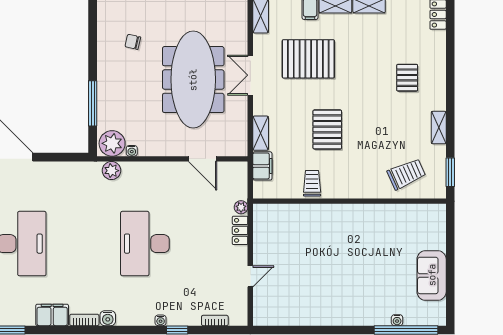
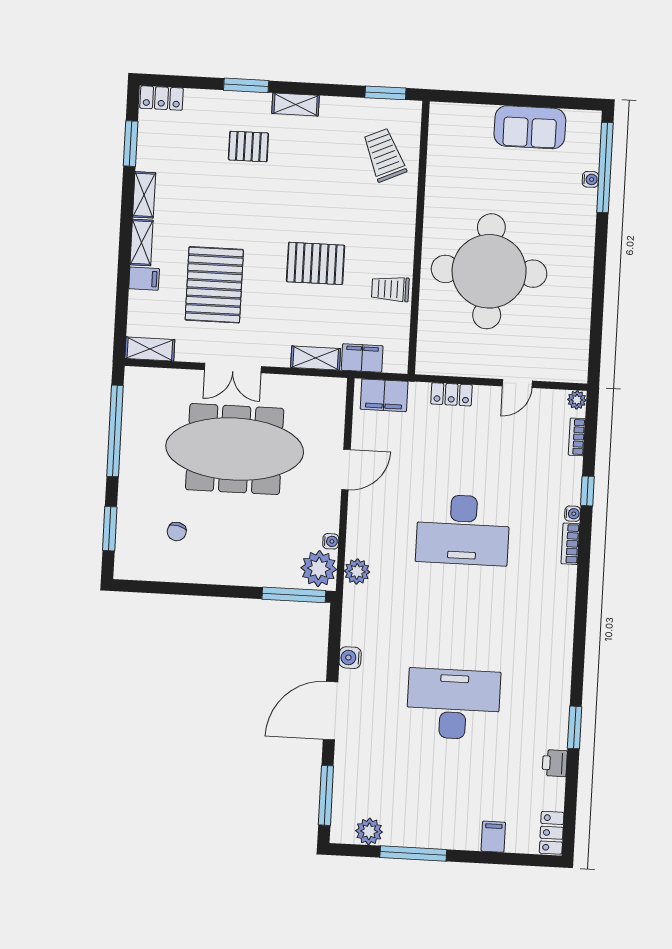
window: (450, 74) -> (246, 85), added
window: (93, 103) -> (294, 595), moved
shelving: (439, 128) -> (296, 104), moved
door: (203, 159) -> (346, 470), moved
plant: (241, 207) -> (577, 400), moved
round table: (328, 252) -> (489, 271), added
door: (250, 276) -> (517, 383), swing flipped
filing cabinet: (52, 315) -> (384, 395), moved, turned -90
water cooler: (108, 318) -> (350, 658), moved, turned 180
bookcase: (84, 320) -> (570, 544), moved

